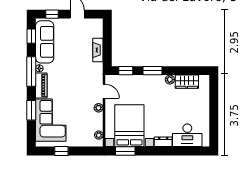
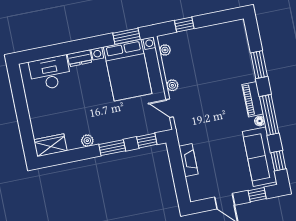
wardrobe: (187, 82) -> (50, 145), moved
corner sofa: (51, 120) -> (231, 57), removed
window: (61, 151) -> (184, 25), moved

